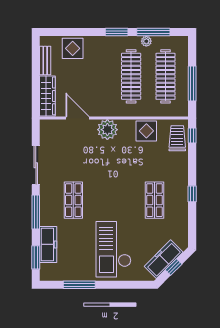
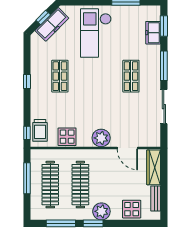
plant: (146, 41) -> (101, 211), moved, width x1.87, depth x1.87
freezer: (48, 244) -> (153, 33), width x0.71
checkout: (113, 249) -> (96, 33), turned 180

